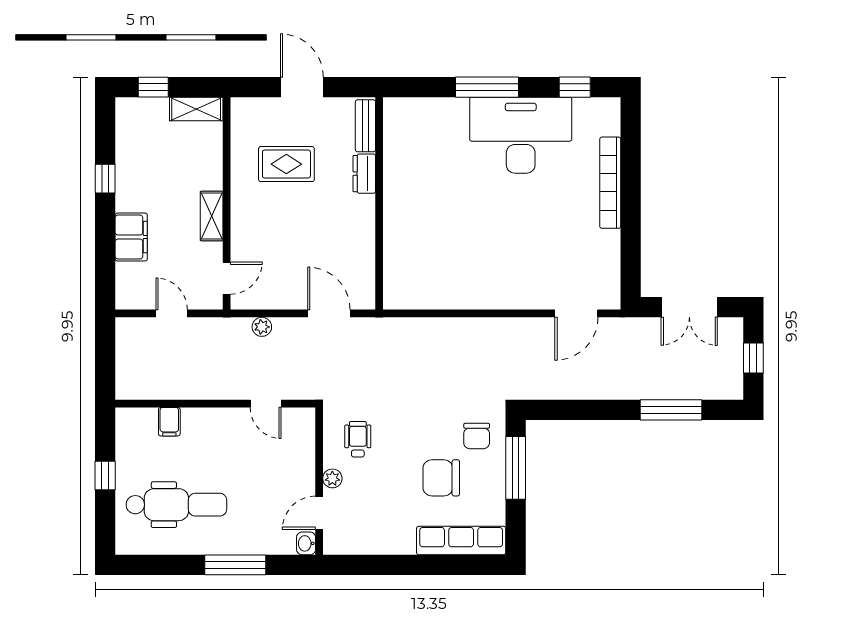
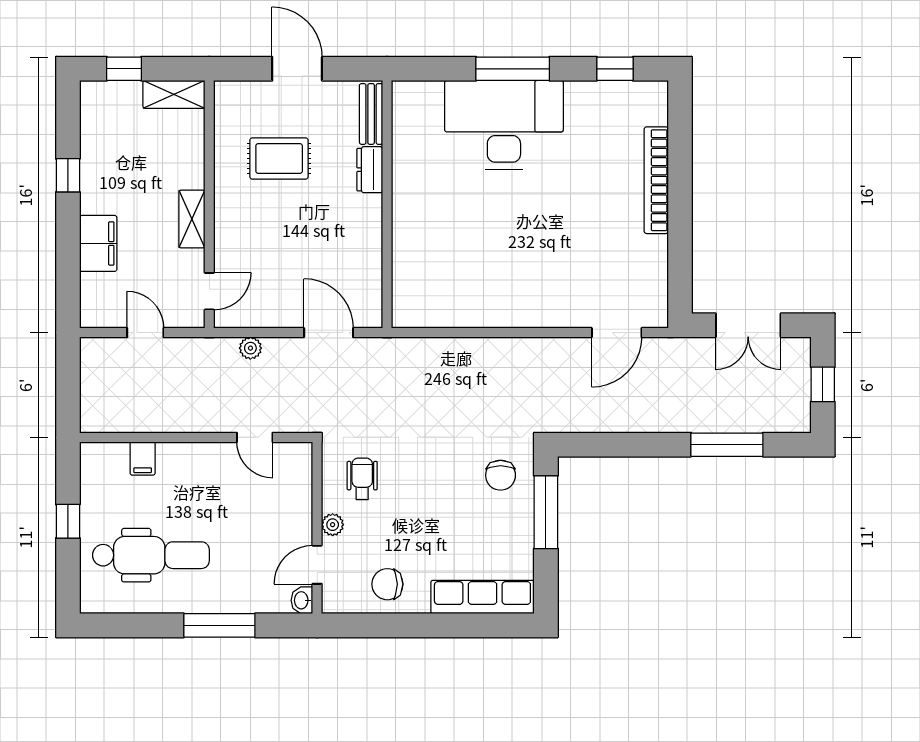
desk: (521, 135) -> (504, 125), moved
chair: (441, 478) -> (387, 584), moved, width x0.73, depth x0.73

